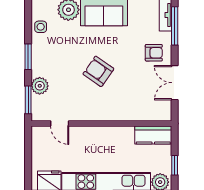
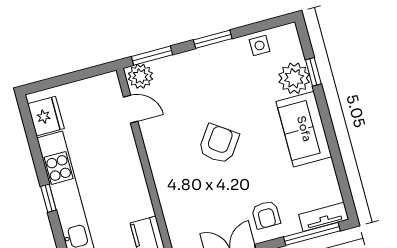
plant: (40, 86) -> (140, 76), moved
door: (60, 124) -> (131, 109), swing flipped

